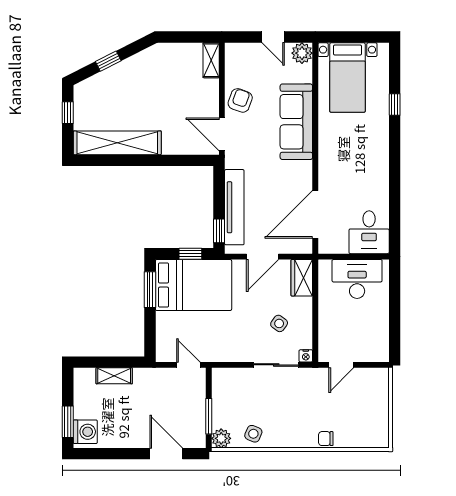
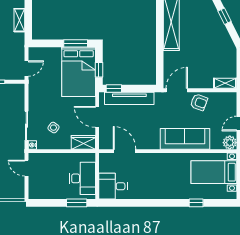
door: (315, 214) -> (125, 151), width x0.73
window: (395, 288) -> (77, 203), added

